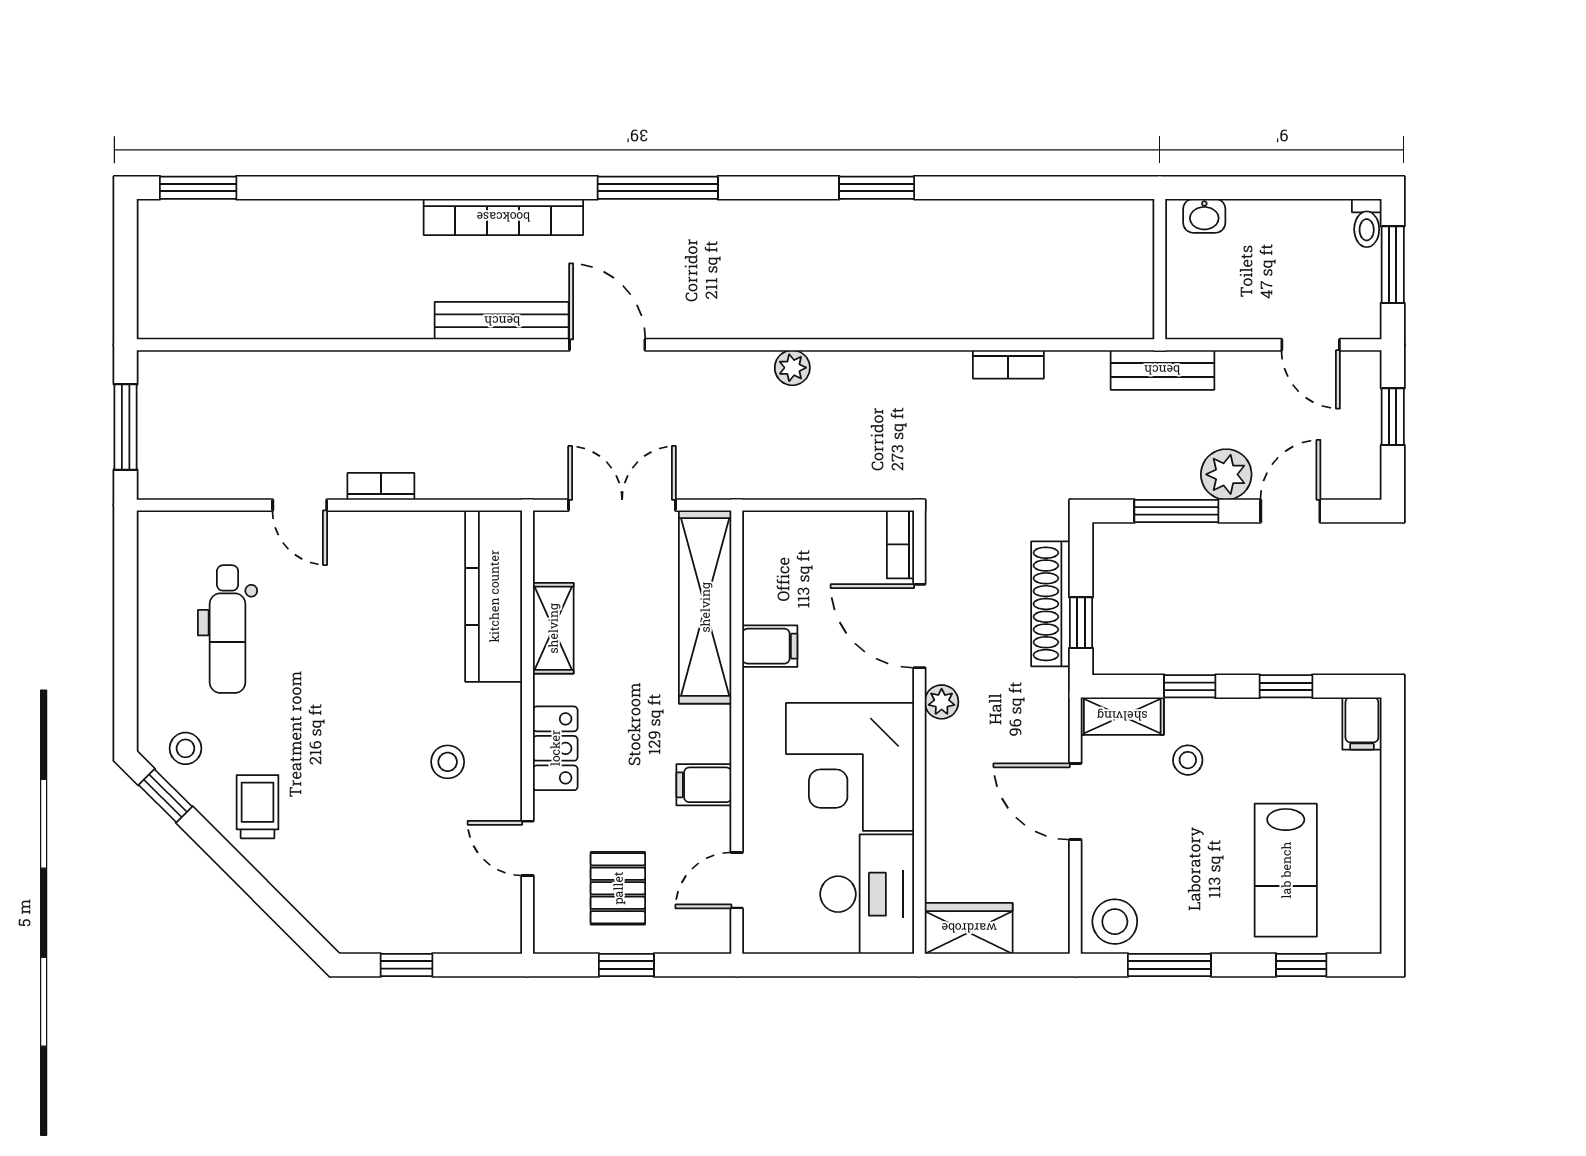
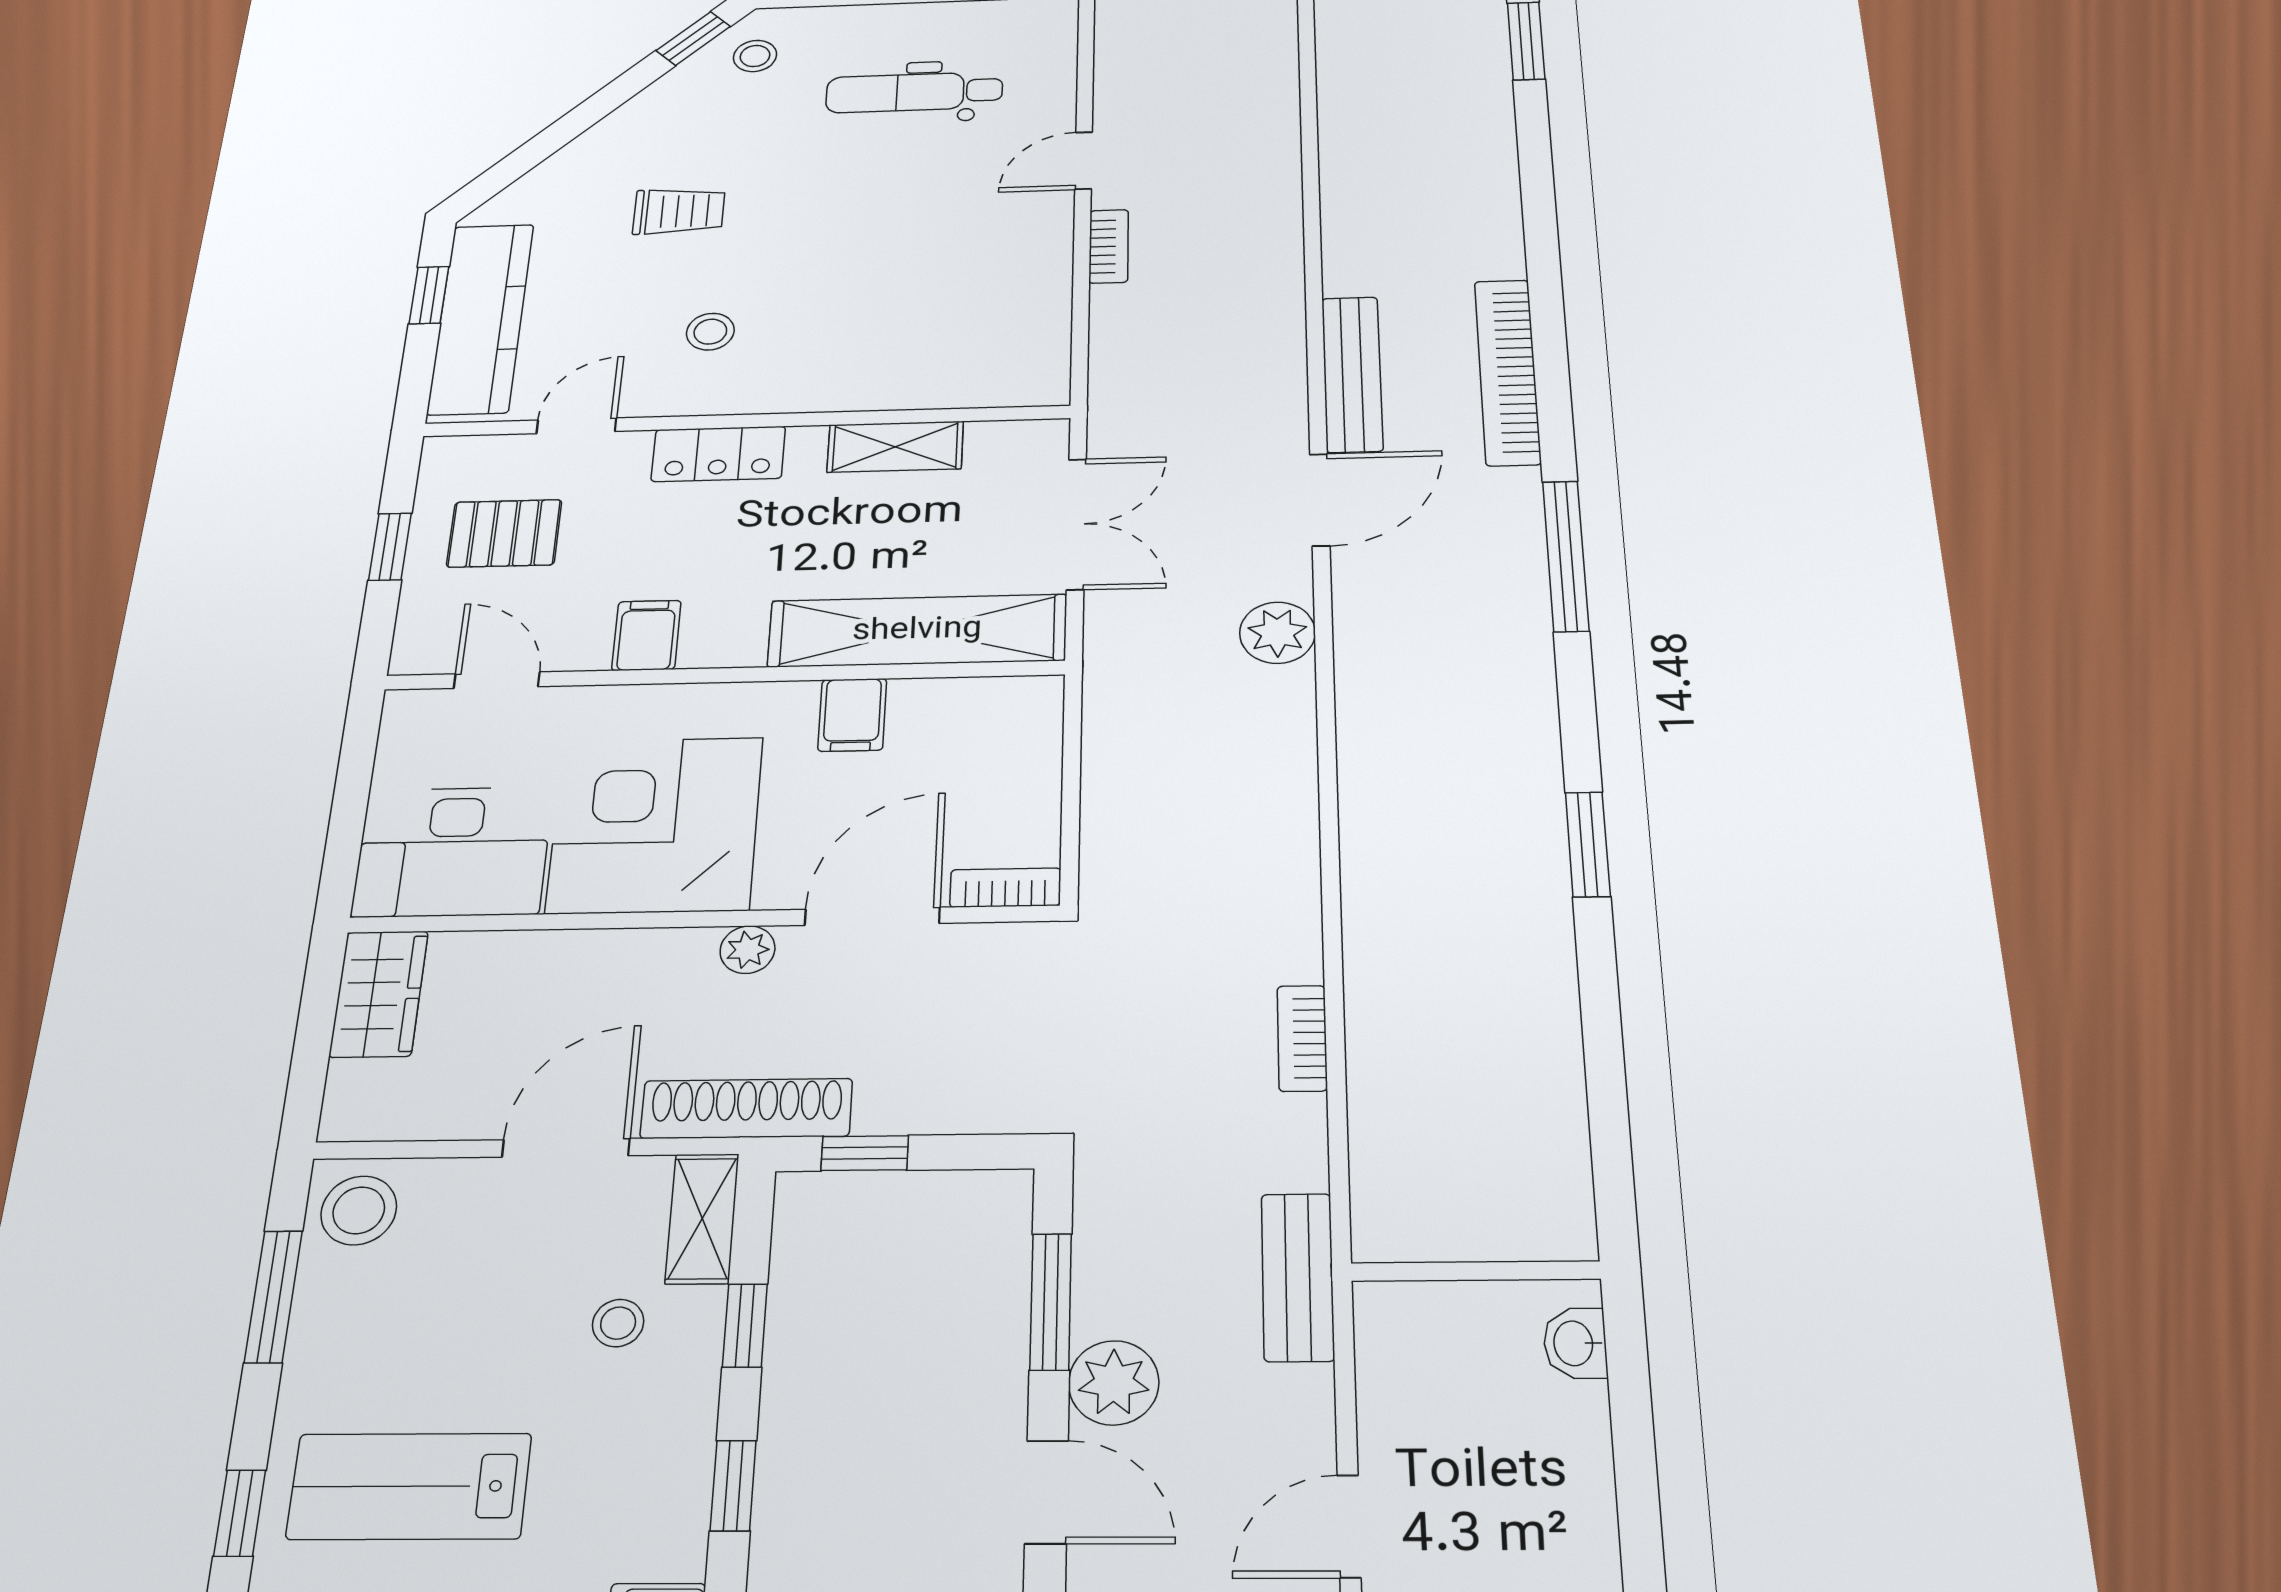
plant: (792, 368) -> (1277, 633), moved, width x1.38, depth x1.38
kitchen counter: (494, 596) -> (481, 318), moved, turned 90
shoe rack: (1051, 604) -> (746, 1108), moved
trolley: (258, 807) -> (679, 211), moved

